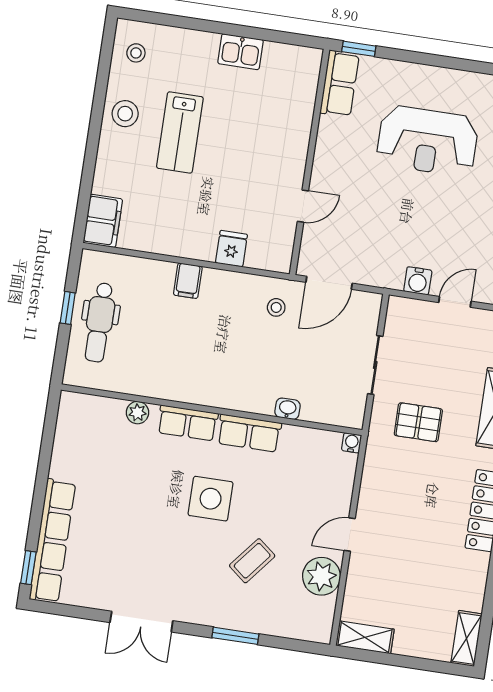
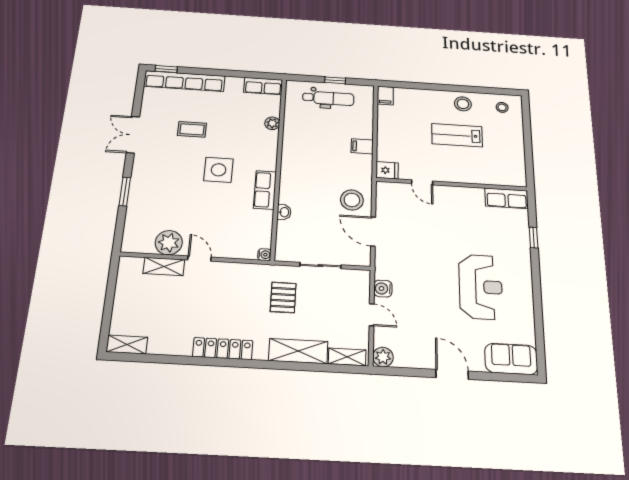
kitchen sink: (241, 52) -> (516, 166), removed
row of seats: (339, 84) -> (507, 198), moved
reception desk: (427, 141) -> (481, 287), turned 180
wall: (309, 162) -> (452, 184), moved
door: (303, 206) -> (422, 182), moved
filing cabinet: (103, 221) -> (385, 95), width x0.50
stool: (276, 307) -> (352, 200), width x1.89, depth x1.89
dental chair: (99, 322) -> (328, 98), turned 180
row of seats: (188, 423) -> (263, 86), moved, turned -90
coffee table: (252, 561) -> (192, 129), moved, turned -39
shelving: (365, 637) -> (164, 267), moved, turned 90

